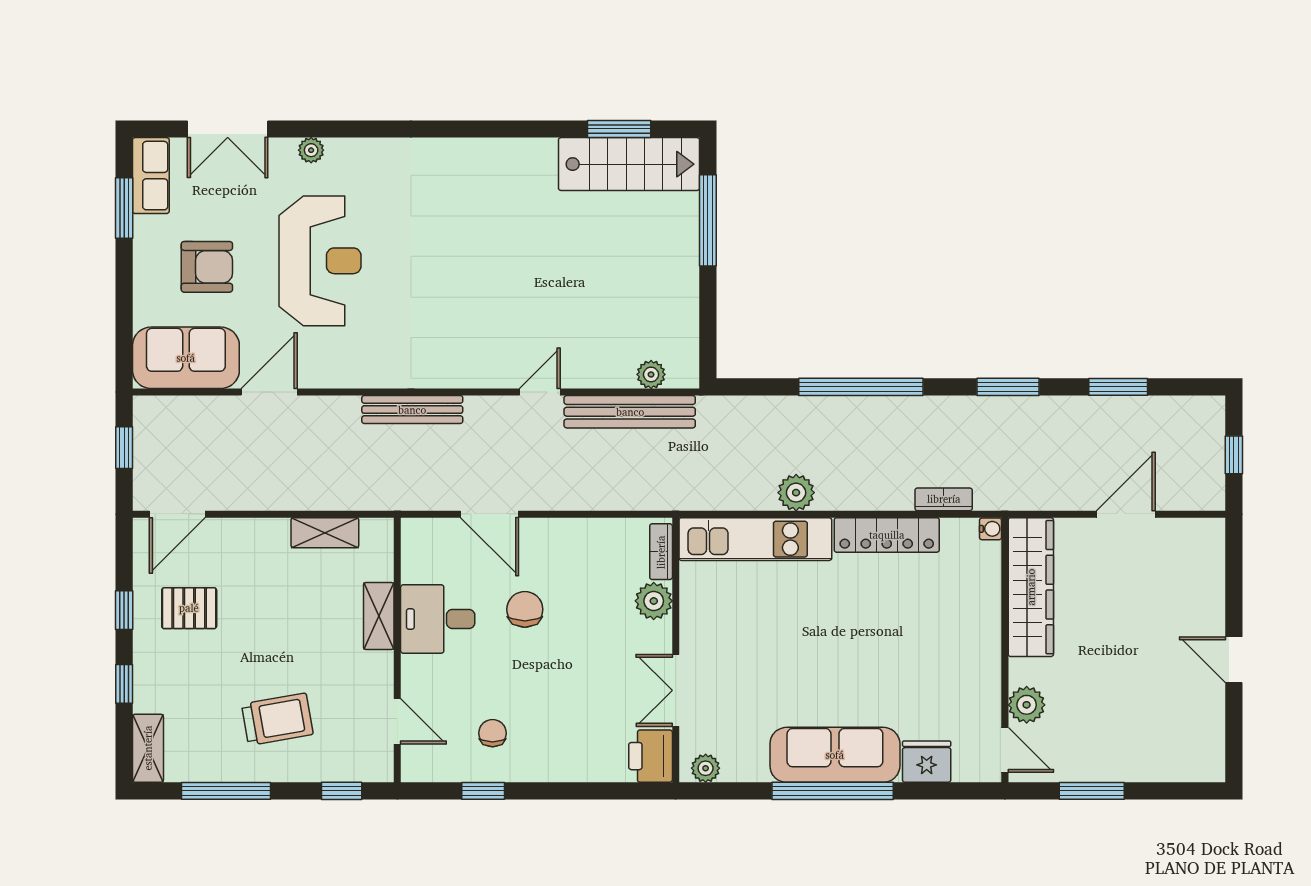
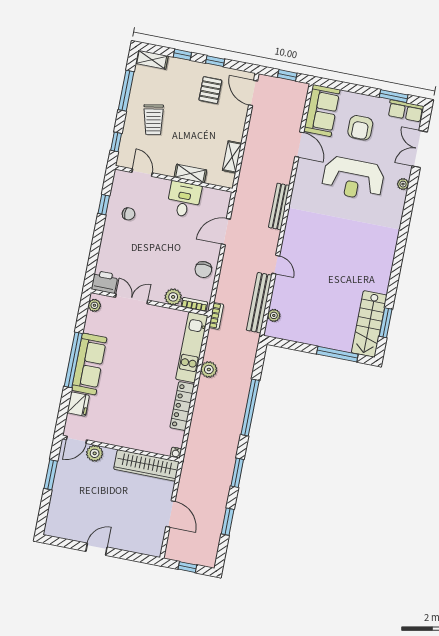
bookcase: (944, 499) -> (216, 316), moved
chair: (525, 609) -> (203, 270), moved, turned 90
door: (397, 721) -> (142, 173), swing flipped

